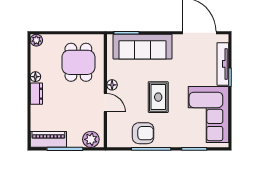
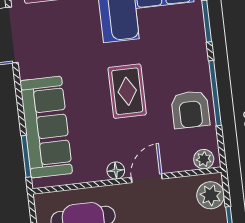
rug: (158, 97) -> (127, 91), turned 90
armchair: (143, 133) -> (190, 109), turned 180
plant: (113, 138) -> (204, 159), added

